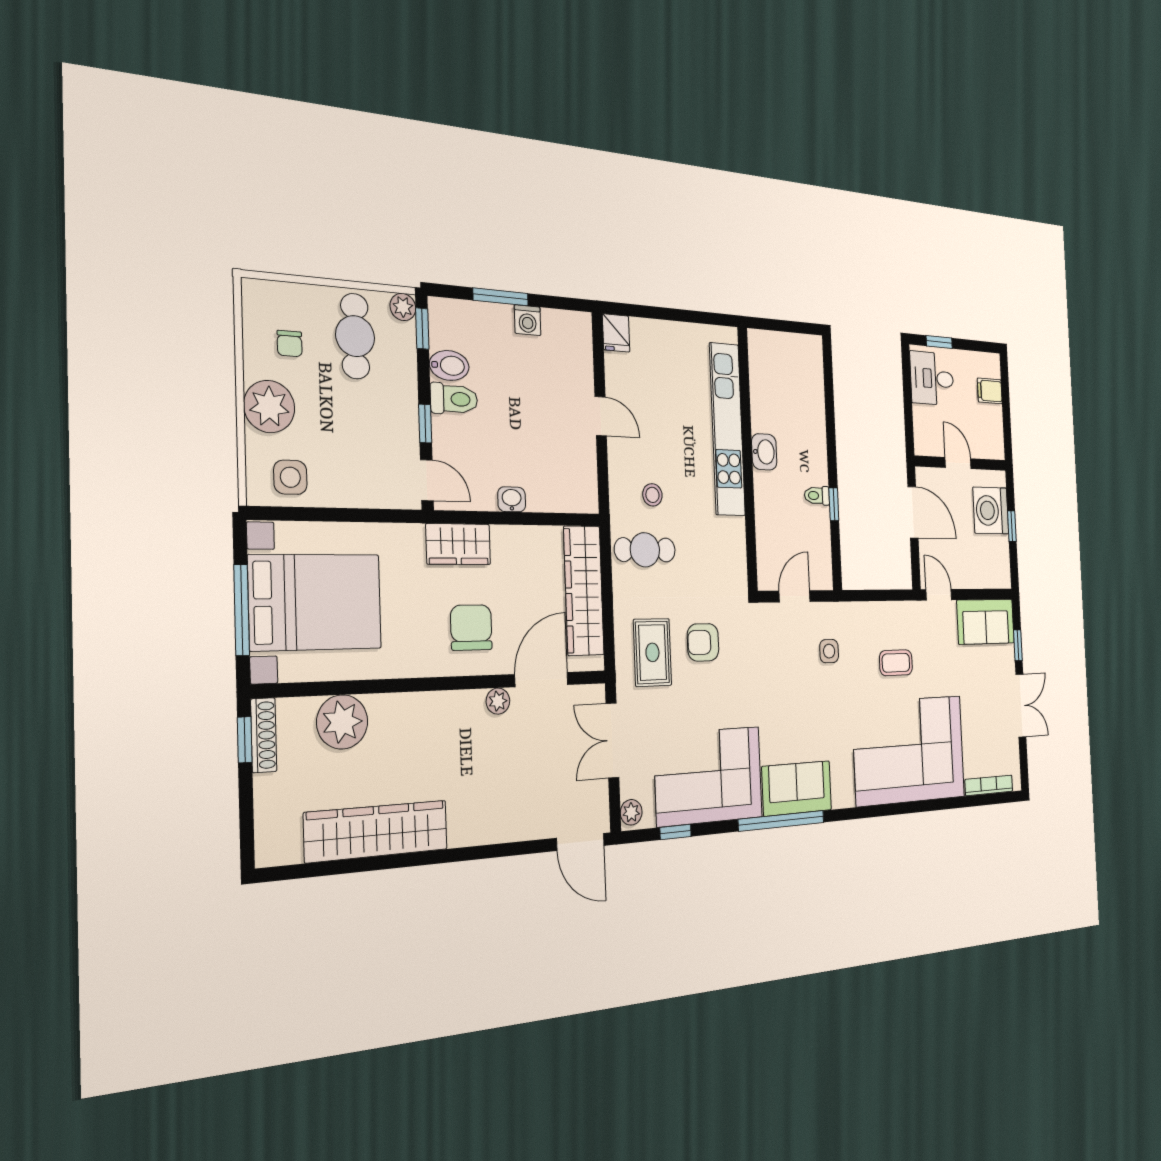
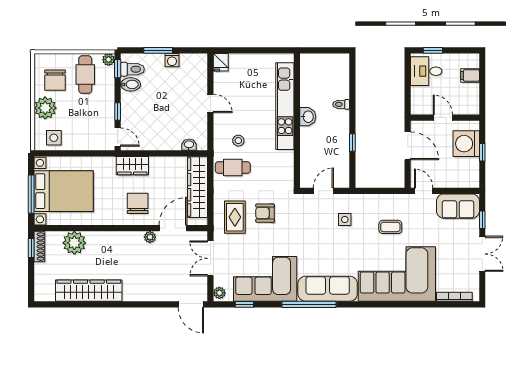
chair: (290, 344) -> (55, 80), width x1.87, depth x1.87
toilet: (454, 399) -> (132, 69), moved
toilet: (817, 496) -> (341, 104), moved
washbasin: (512, 499) -> (189, 145), moved
sofa: (797, 788) -> (328, 289), width x1.36

